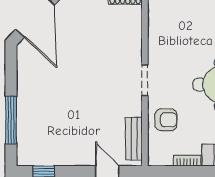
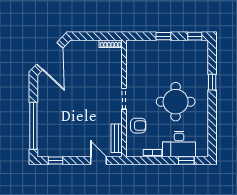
window: (11, 120) -> (33, 126), width x1.46

